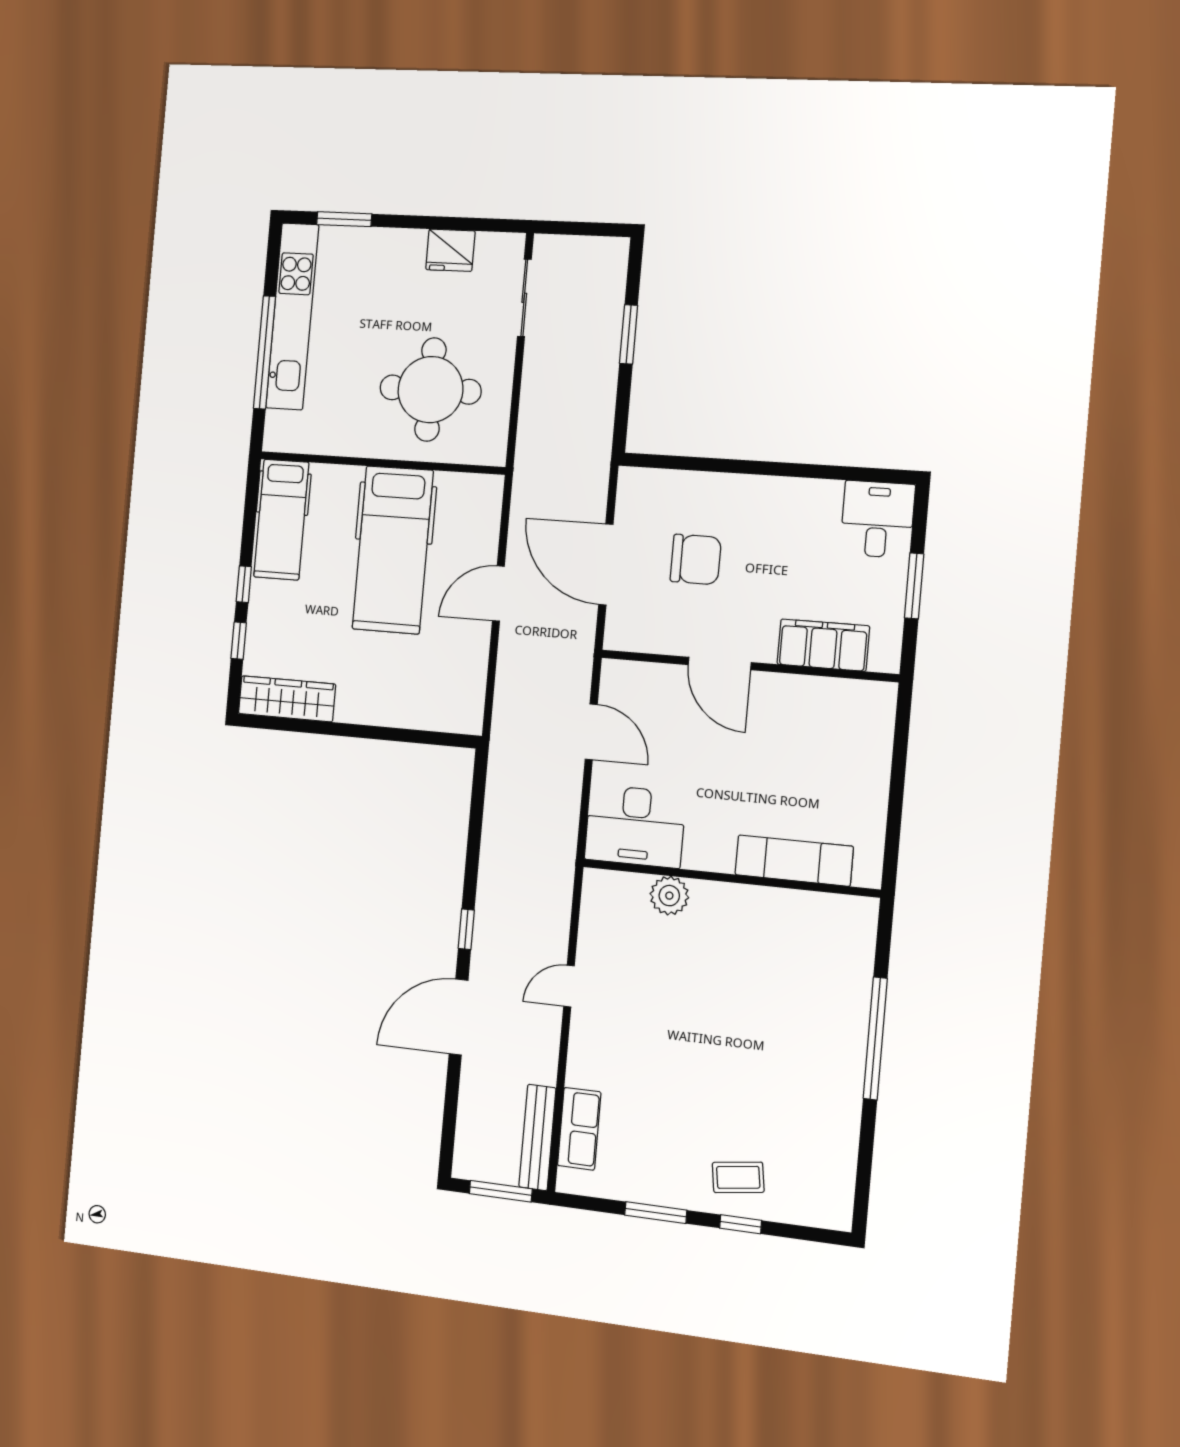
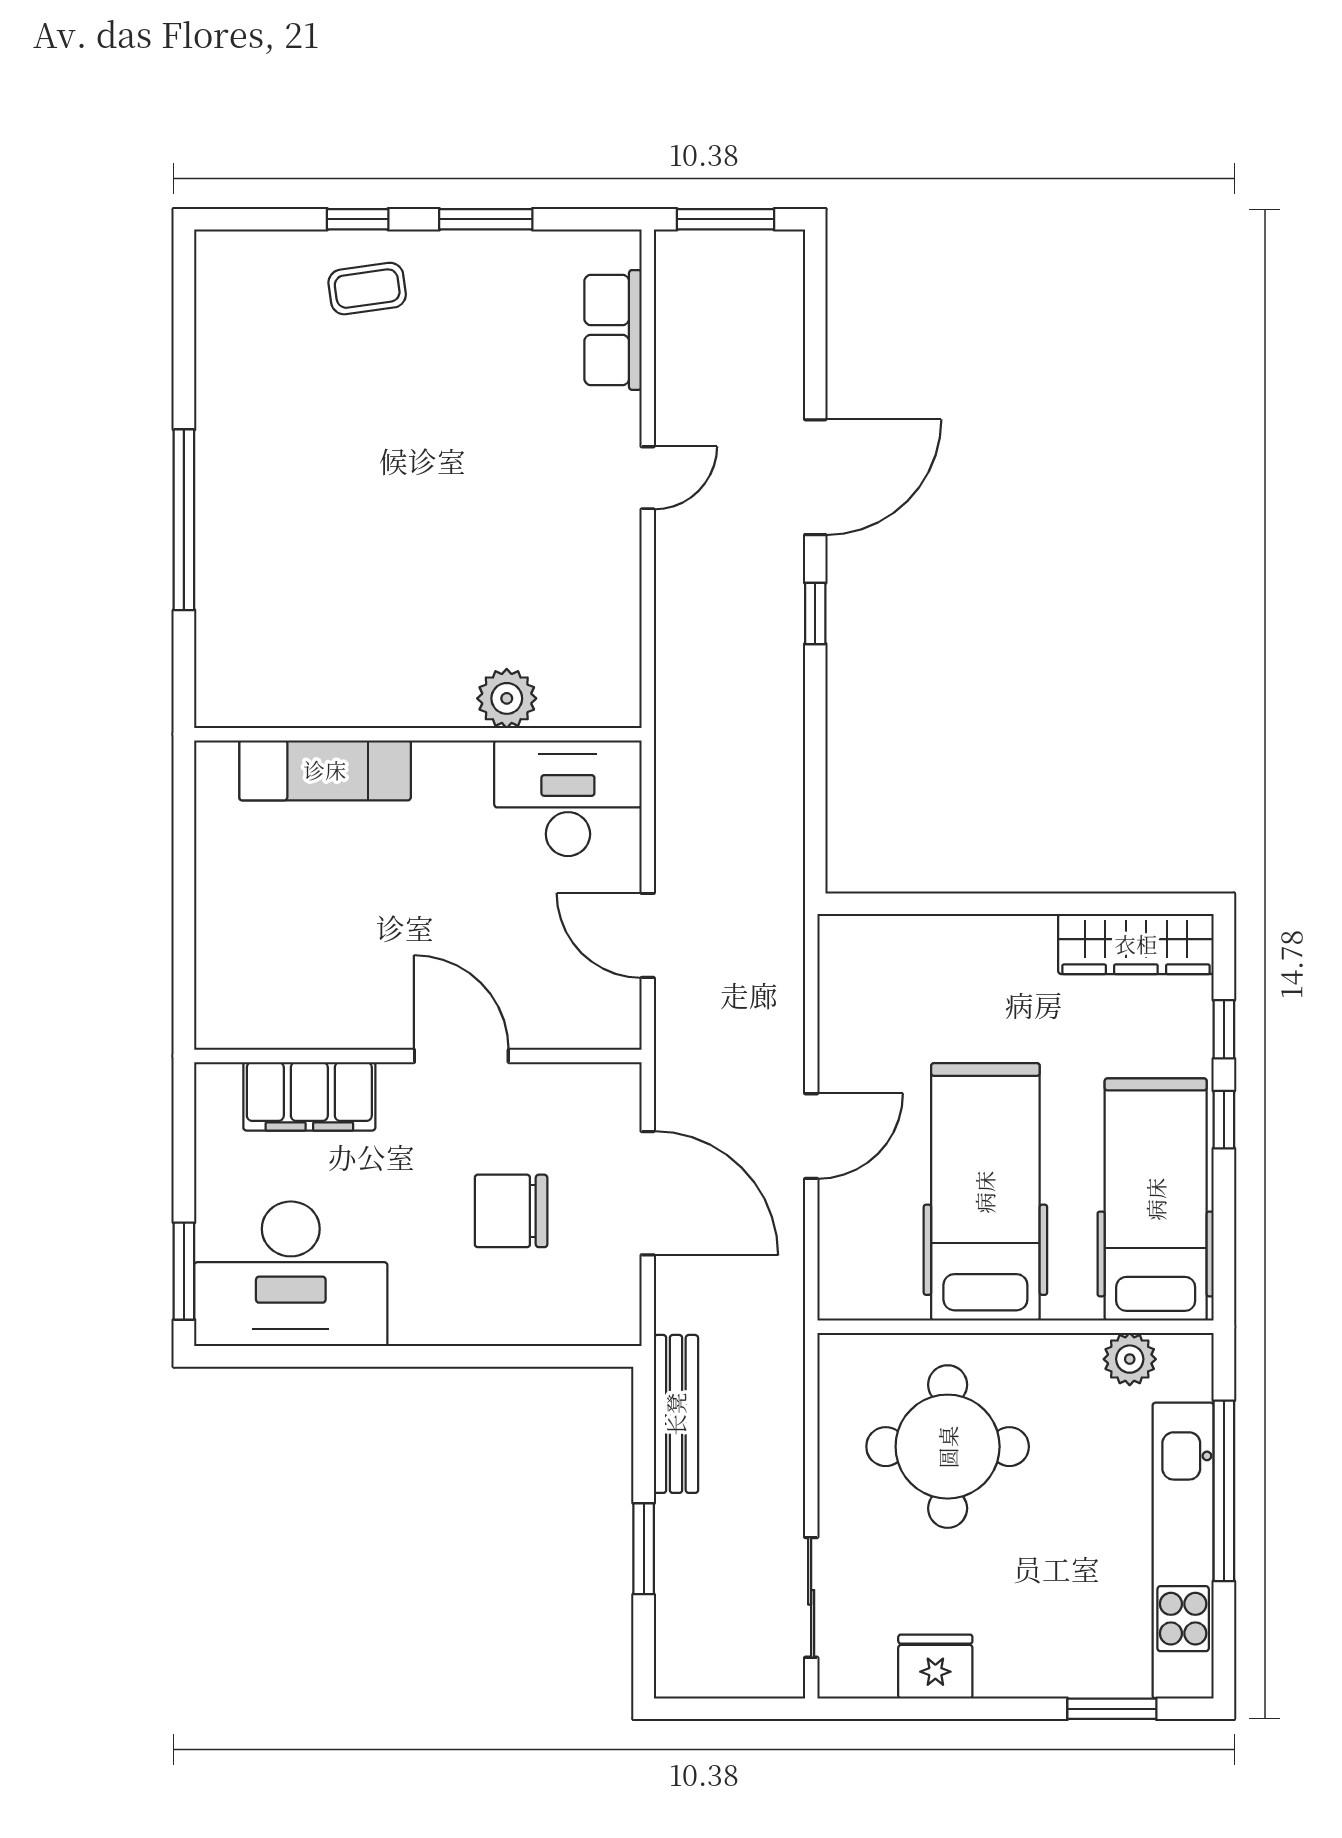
plant: (314, 438) -> (1130, 1359), added
desk: (877, 519) -> (291, 1274), width x1.87, depth x1.30
hospital bed: (281, 520) -> (1156, 1199), width x1.37, depth x1.29
window: (914, 586) -> (184, 1271), moved
door: (569, 986) -> (648, 478), moved
bench: (537, 1137) -> (676, 1414), moved

